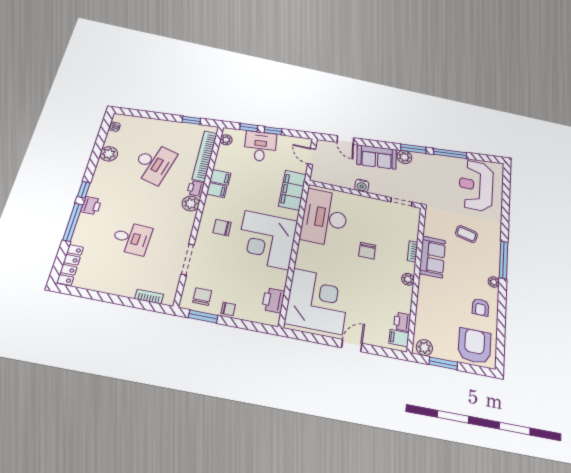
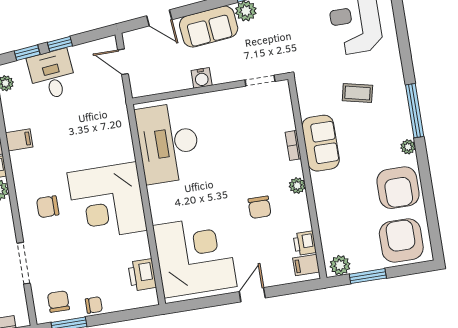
filing cabinet: (217, 190) -> (22, 159), removed
filing cabinet: (292, 190) -> (115, 121), removed
chair: (367, 251) -> (260, 207), moved
armchair: (480, 307) -> (398, 188), width x1.88, depth x1.88

